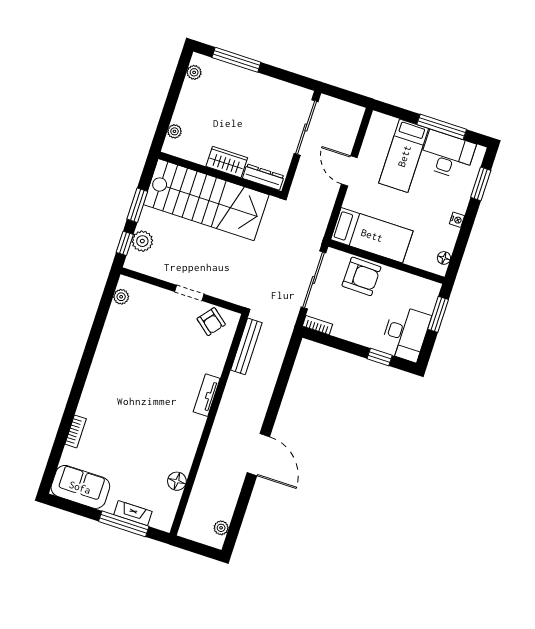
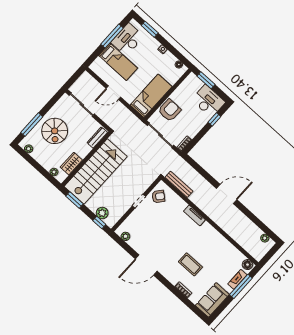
spiral stairs: (243, 102) -> (55, 131), added
wardrobe: (227, 162) -> (71, 164), moved
window: (137, 205) -> (74, 200), moved
door: (89, 352) -> (146, 265), added
coffee table: (123, 425) -> (190, 264), added
door: (258, 455) -> (227, 194), moved
floor lamp: (177, 481) -> (247, 265), moved

